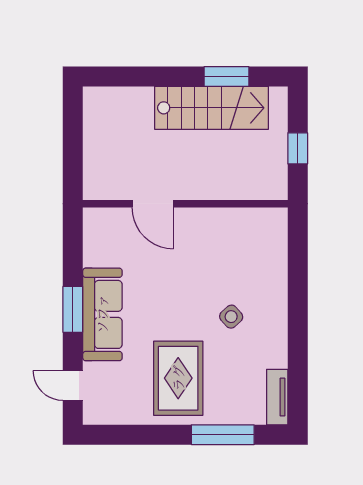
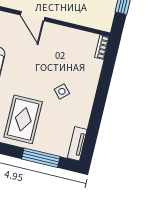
bookcase: (280, 227) -> (102, 47), added

